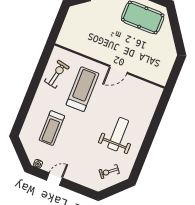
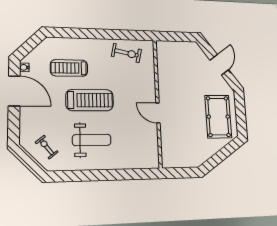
treadmill: (82, 89) -> (90, 100), moved
door: (54, 179) -> (14, 91), width x1.87

